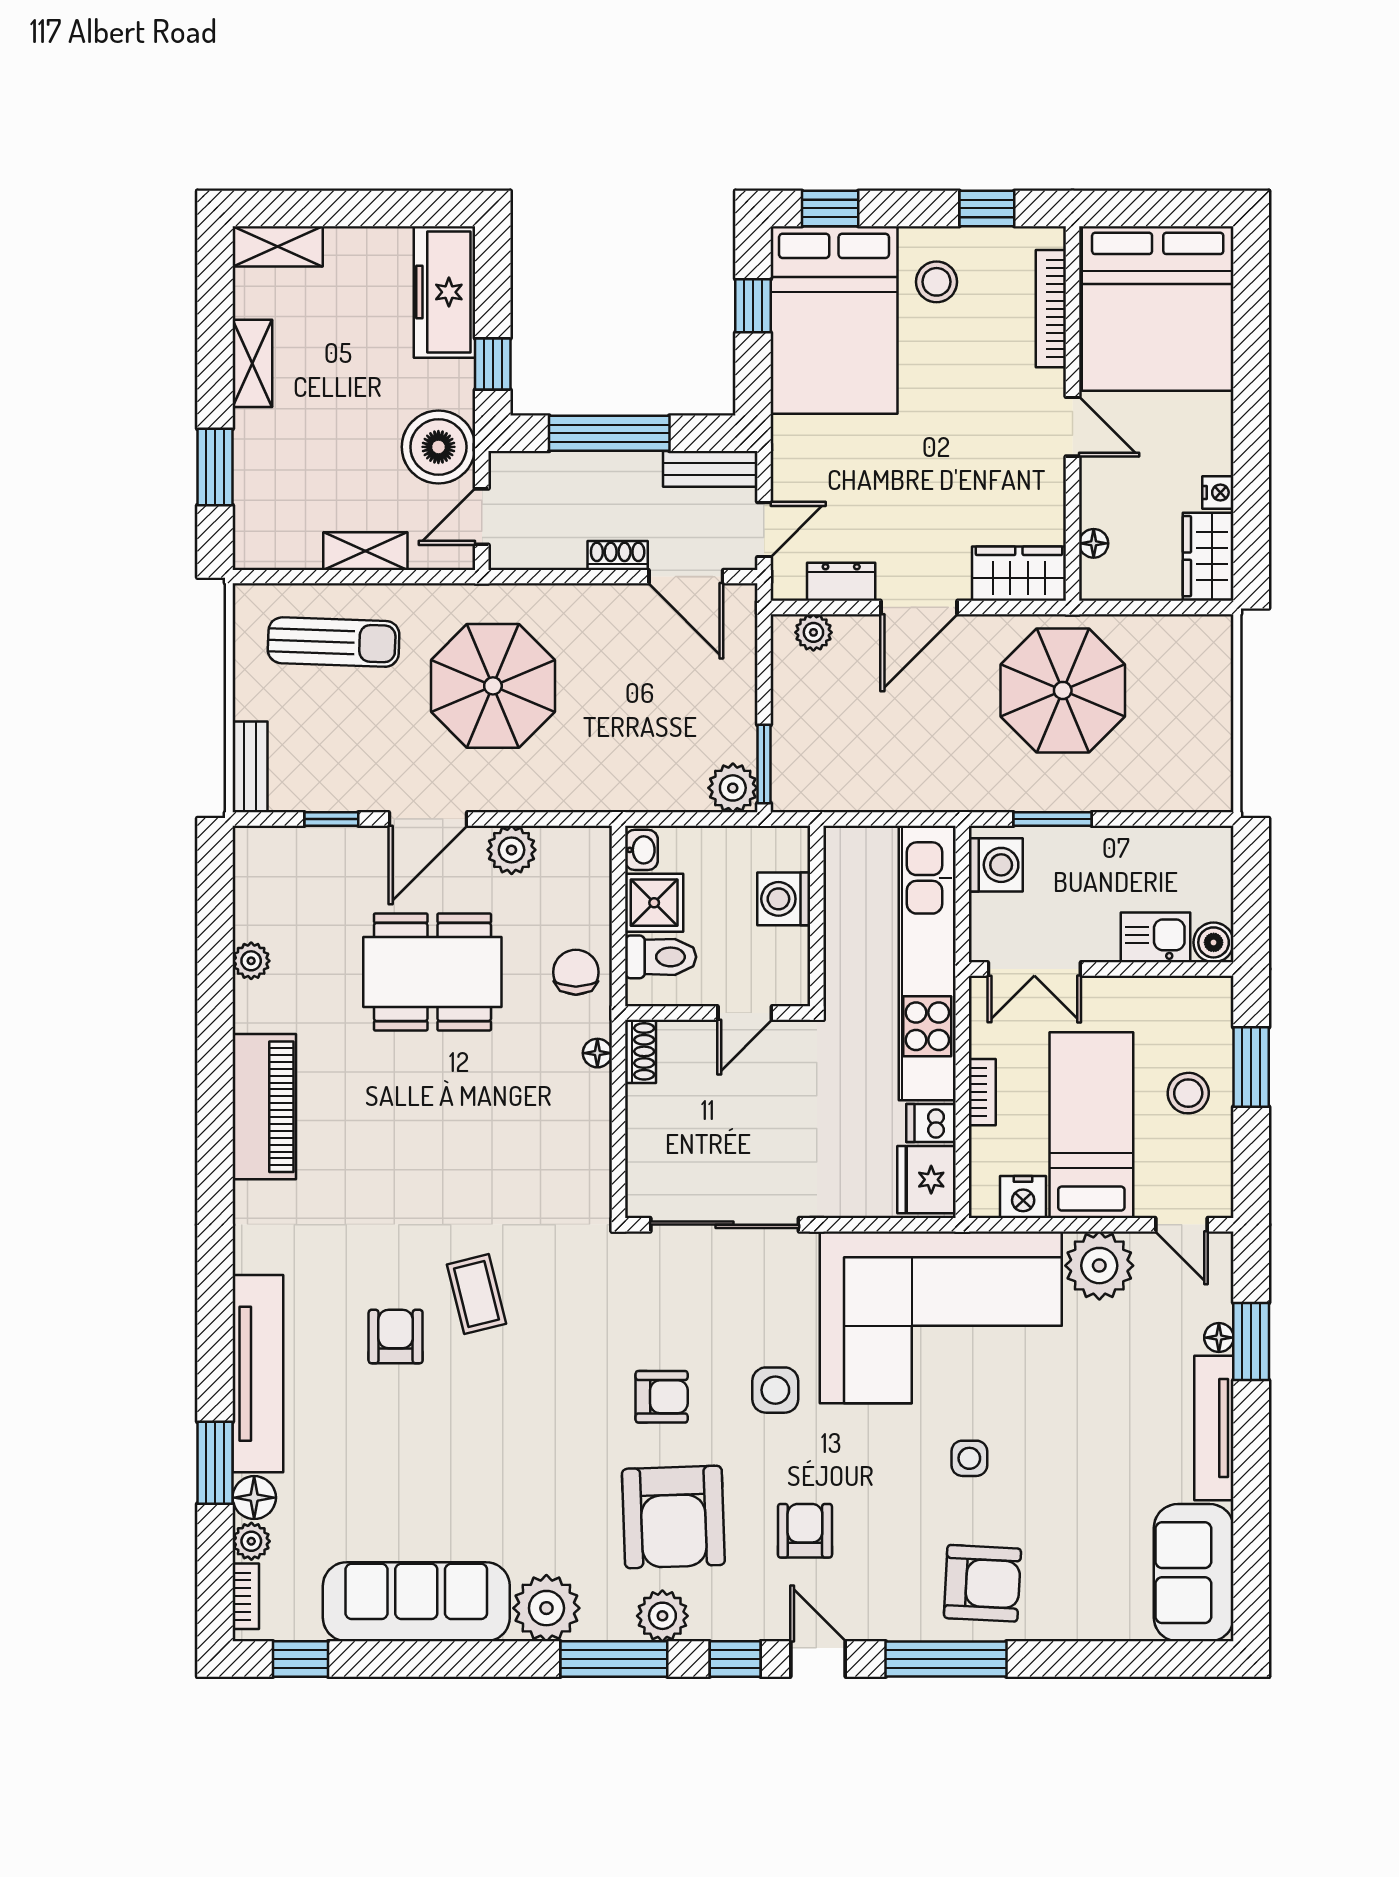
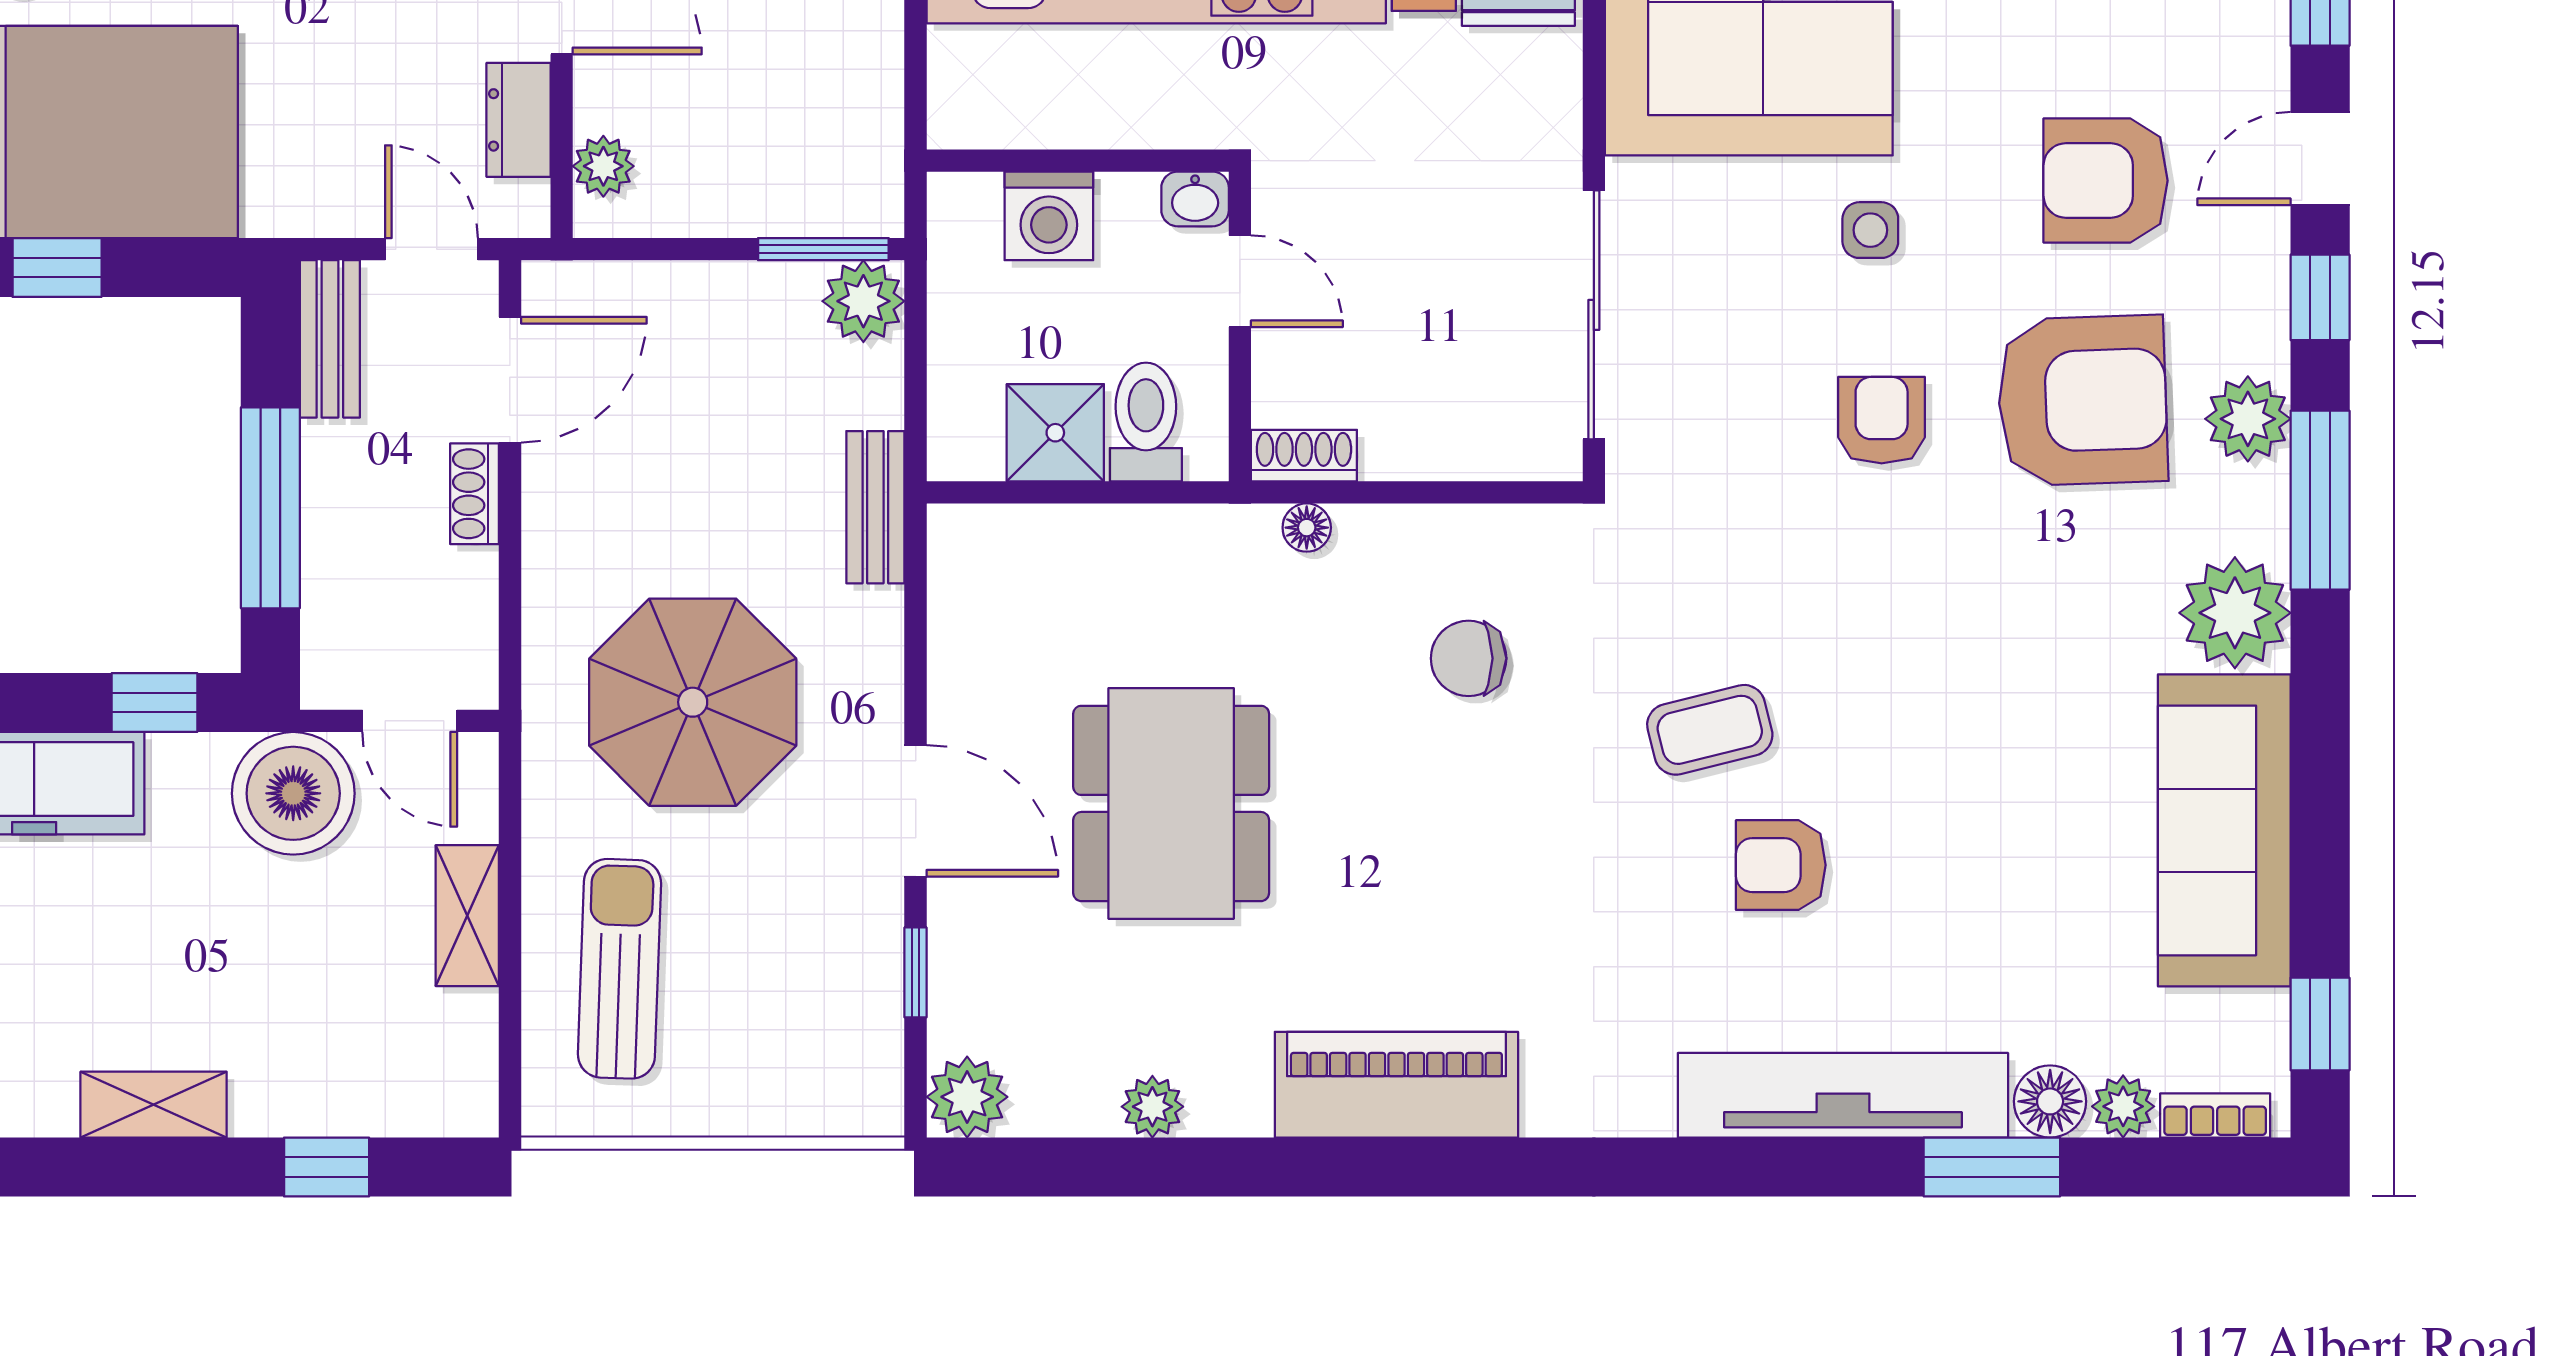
window: (215, 467) -> (327, 1167), width x0.67
bench: (250, 767) -> (875, 507), moved, turned 90
plant: (512, 850) -> (967, 1097), moved
washbasin: (641, 850) -> (1195, 199), moved, turned 180
chair: (576, 972) -> (1469, 658), moved
side table: (775, 1390) -> (1870, 230), width x0.73, depth x0.73
armchair: (805, 1531) -> (2106, 181), width x1.38, depth x1.38

